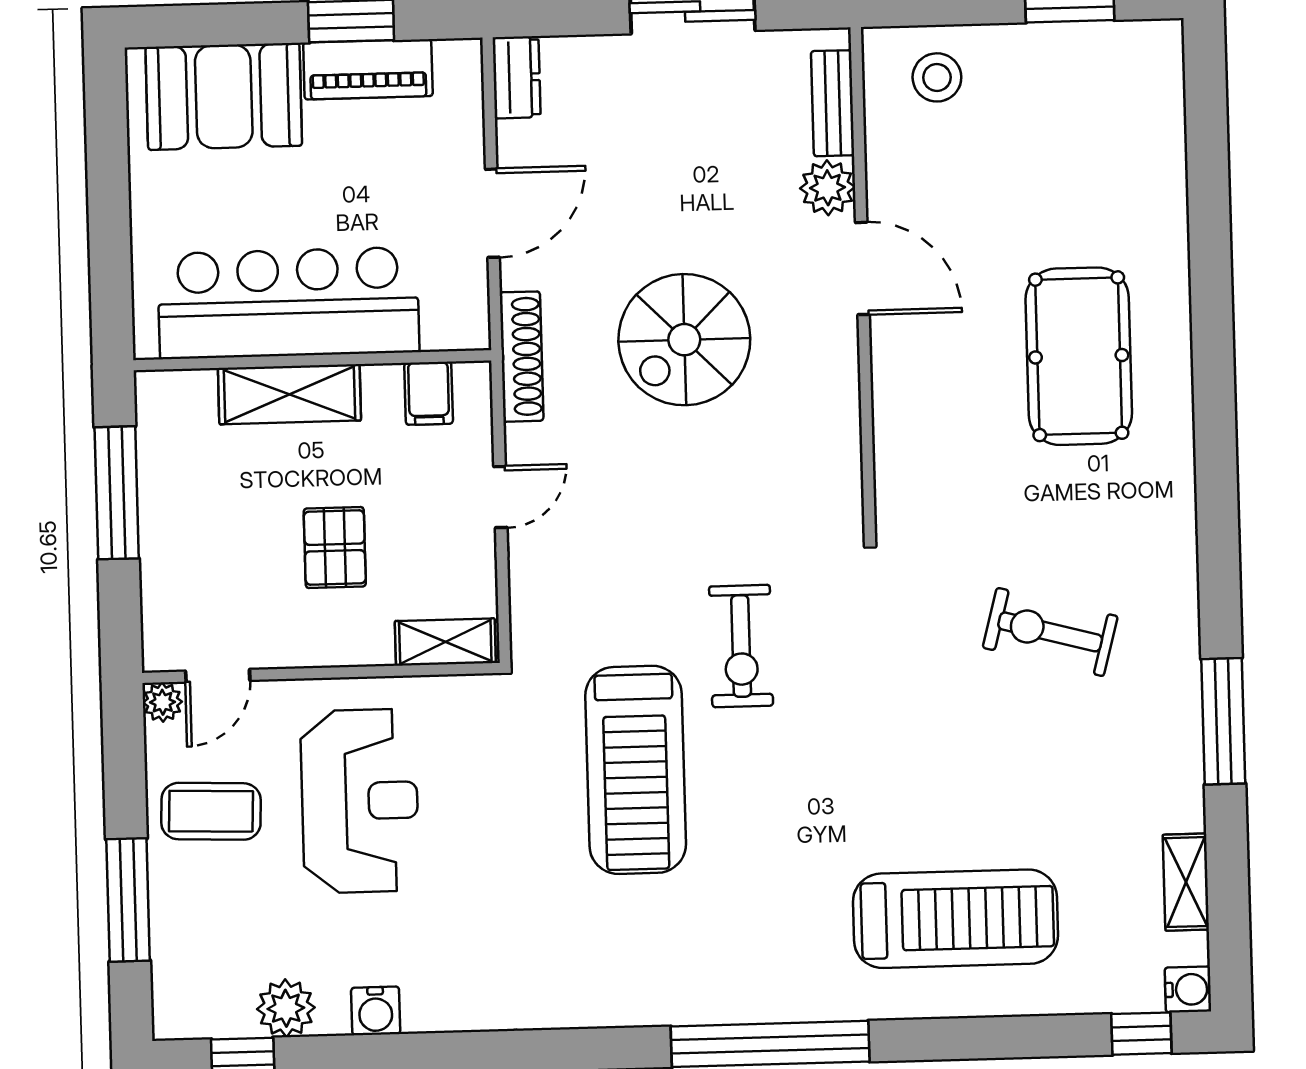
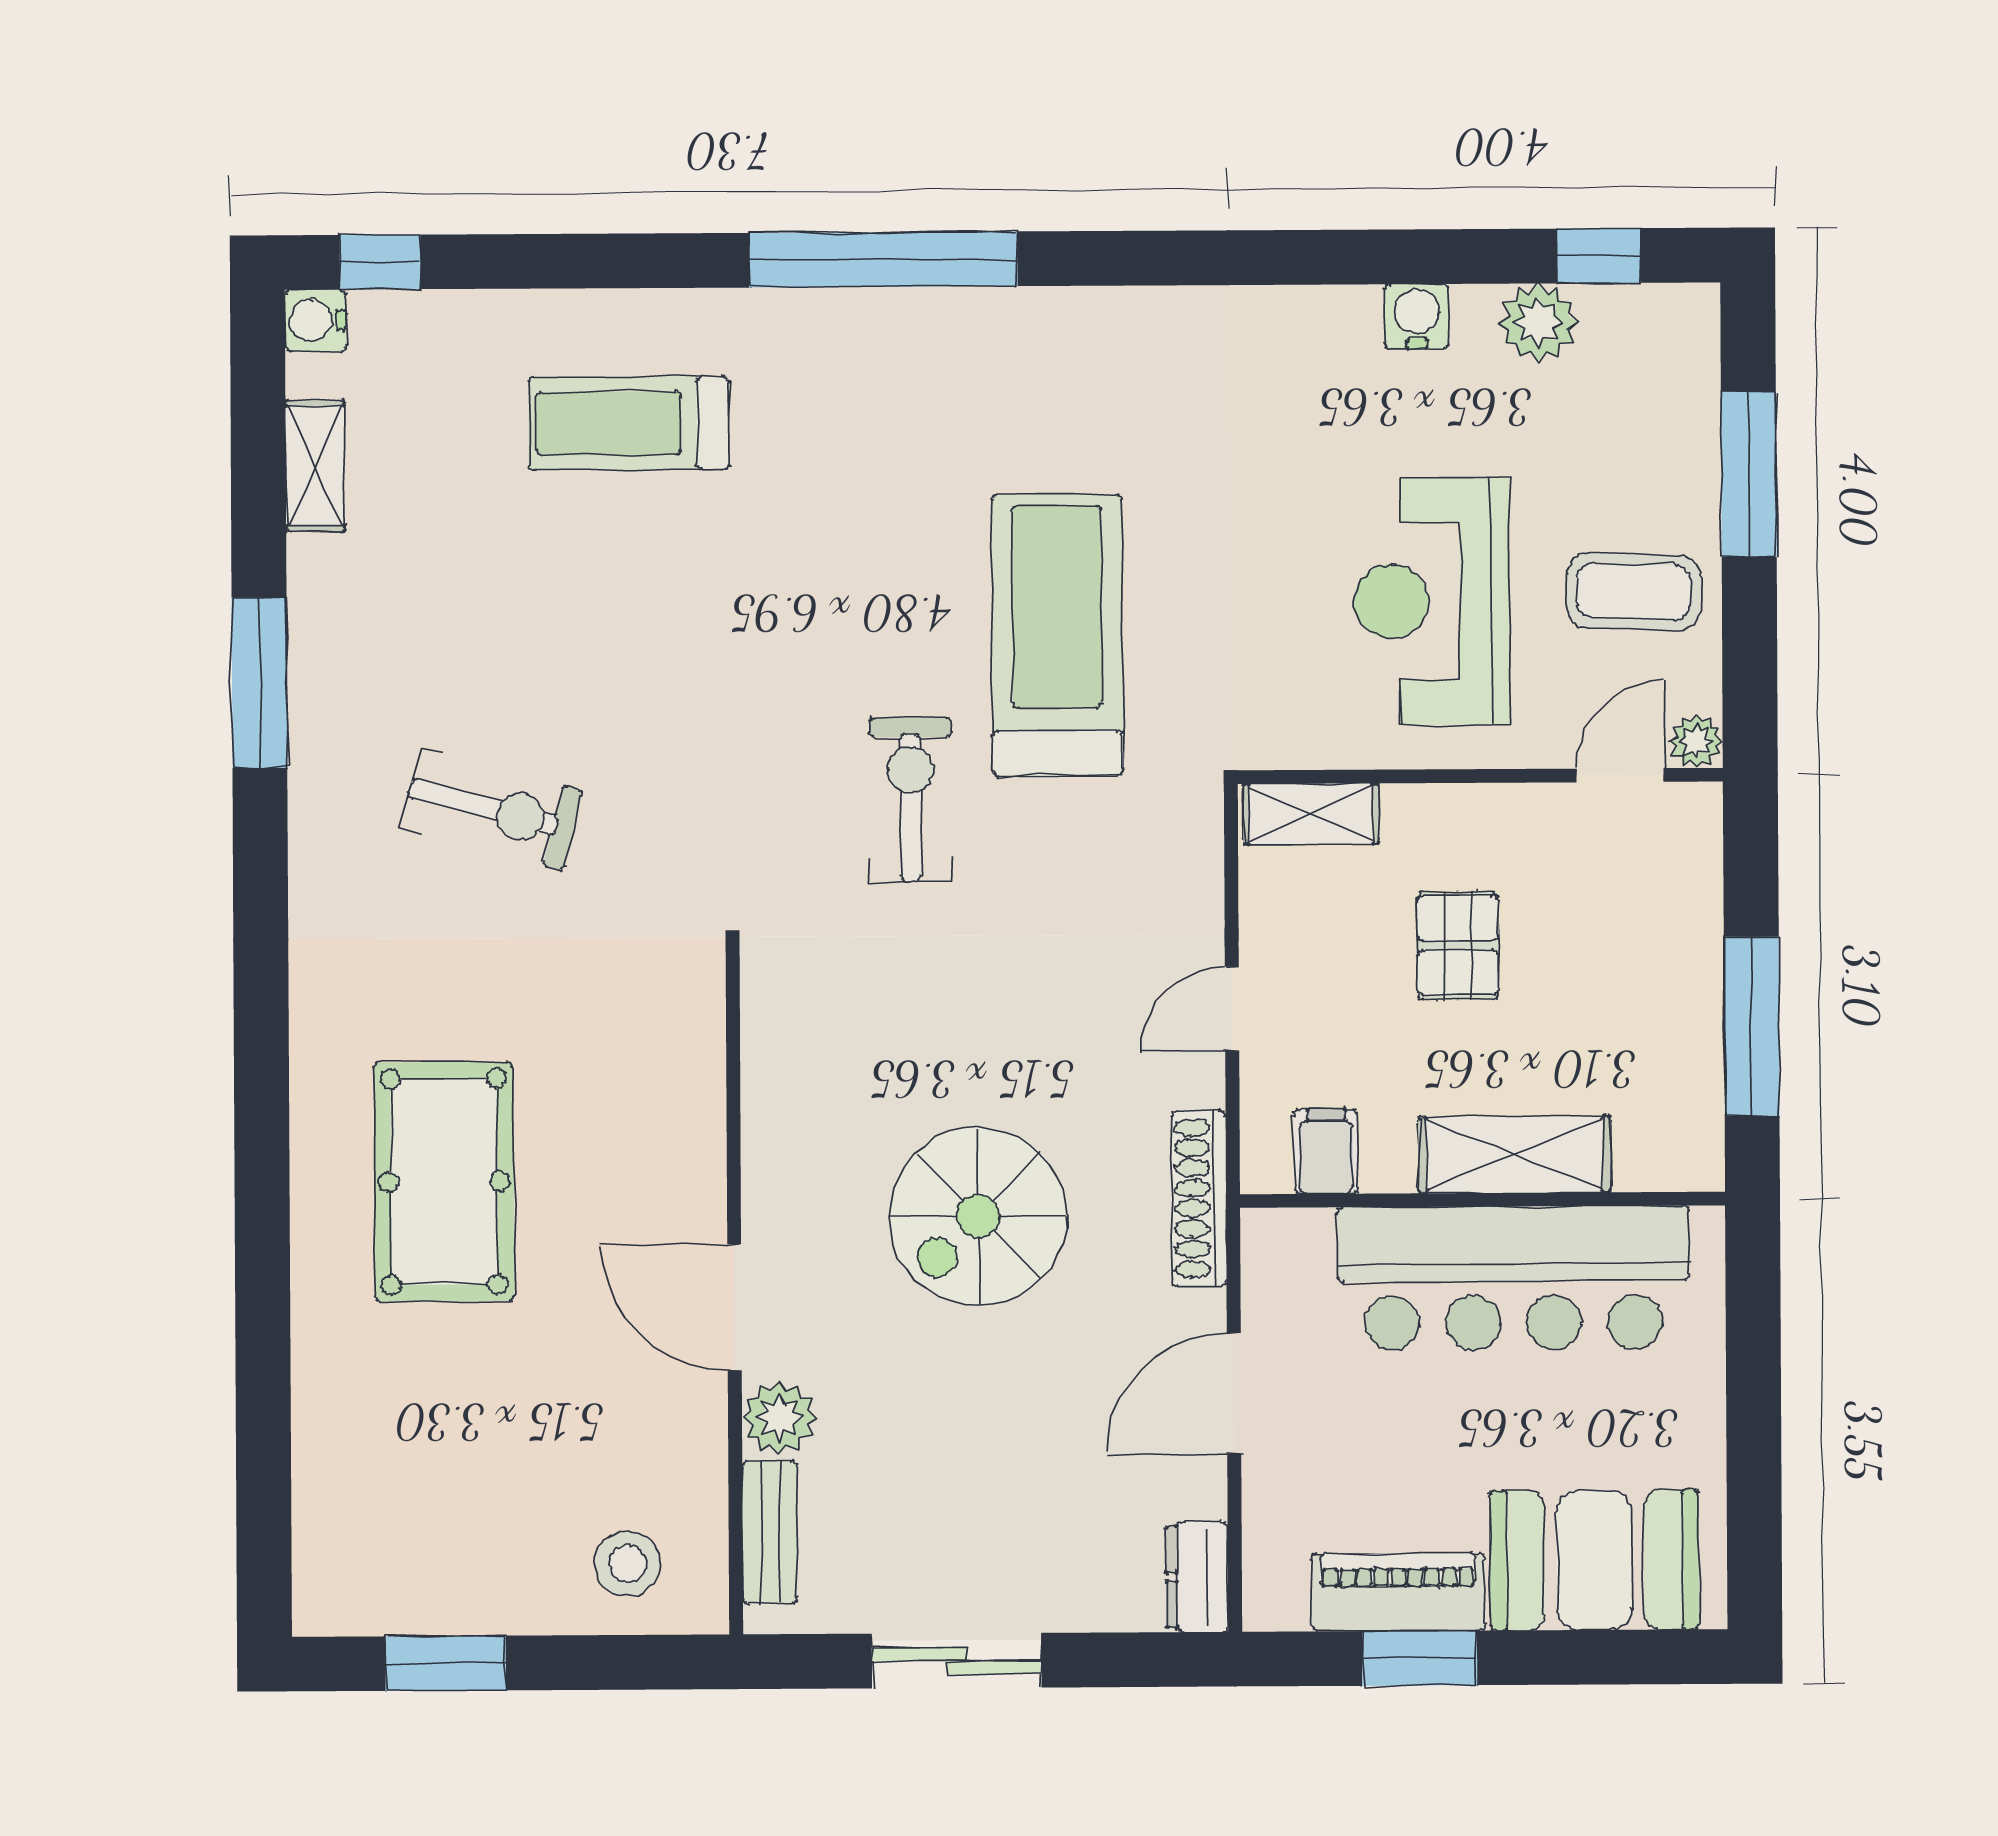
spiral stairs: (684, 340) -> (978, 1216), turned 180
treadmill: (955, 919) -> (628, 423), width x0.73, depth x0.73

